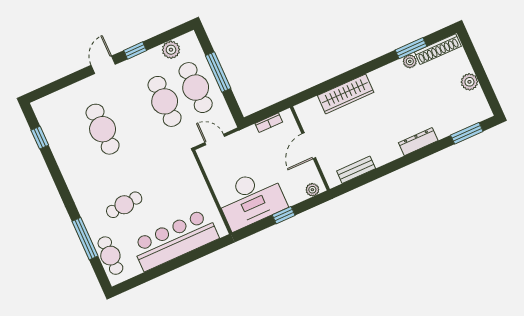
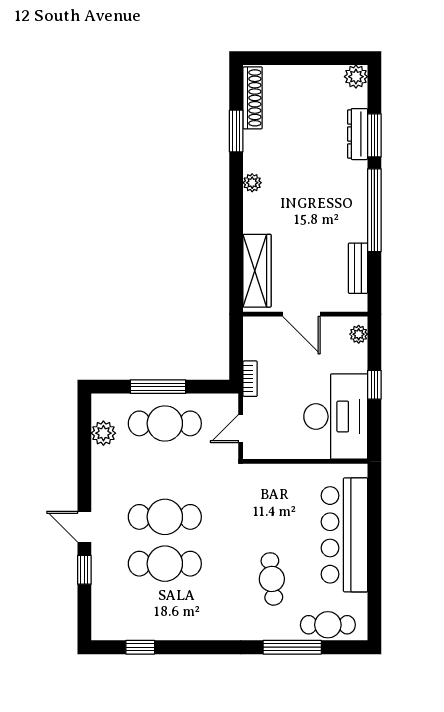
window: (135, 50) -> (84, 570), moved
plant: (410, 61) -> (252, 183), moved
plant: (469, 82) -> (356, 77), moved
wardrobe: (346, 94) -> (257, 271), moved
cafe table: (165, 101) -> (165, 517), moved
bookcase: (269, 123) -> (250, 379), moved
window: (467, 133) -> (374, 135), moved
dresser: (418, 142) -> (358, 134), moved
window: (399, 163) -> (374, 210), added

